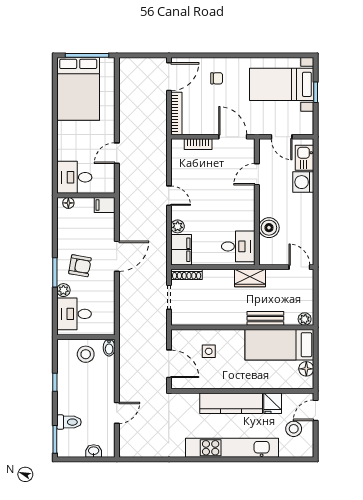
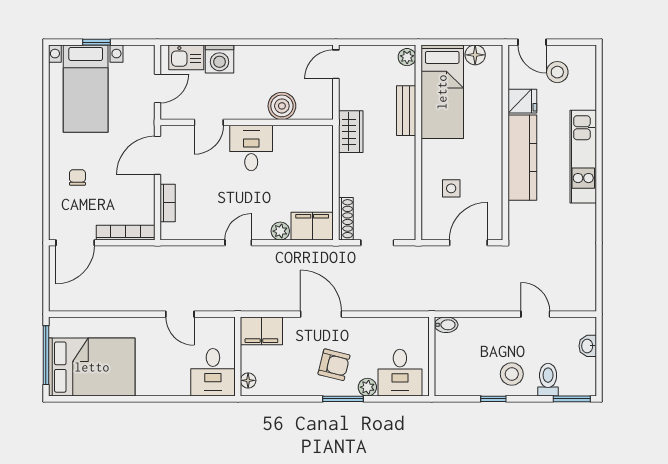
door: (169, 77) -> (75, 243), swing flipped
door: (257, 174) -> (209, 122), hinge flipped
filing cabinet: (105, 205) -> (261, 331), width x2.00
desk: (238, 246) -> (251, 148), moved
armchair: (80, 266) -> (334, 365), turned 94
stool: (86, 354) -> (512, 374), moved
kitchen unit: (232, 448) -> (583, 157), width x0.73

